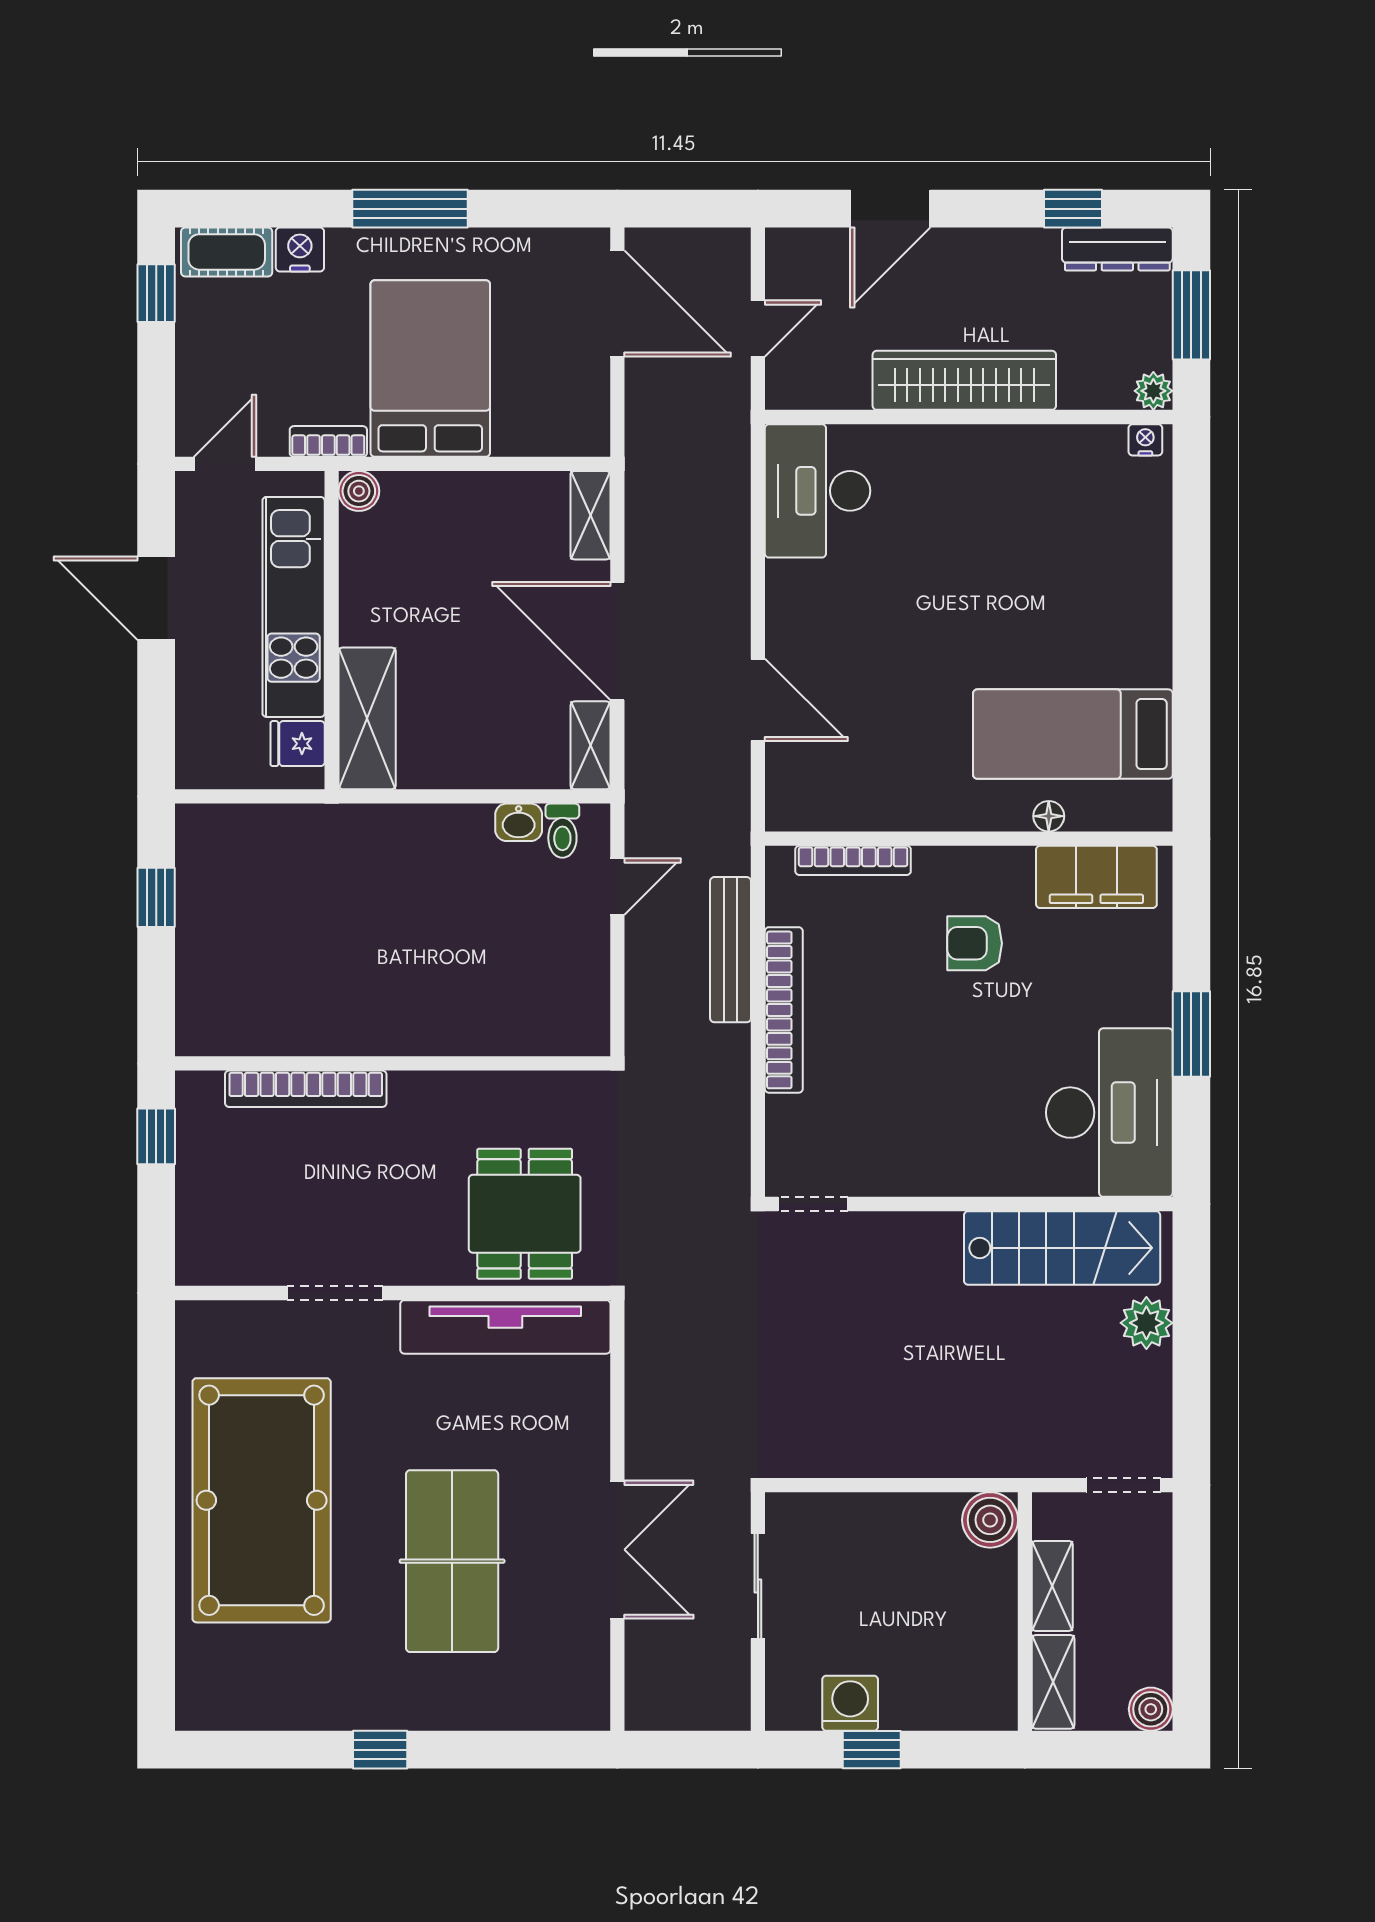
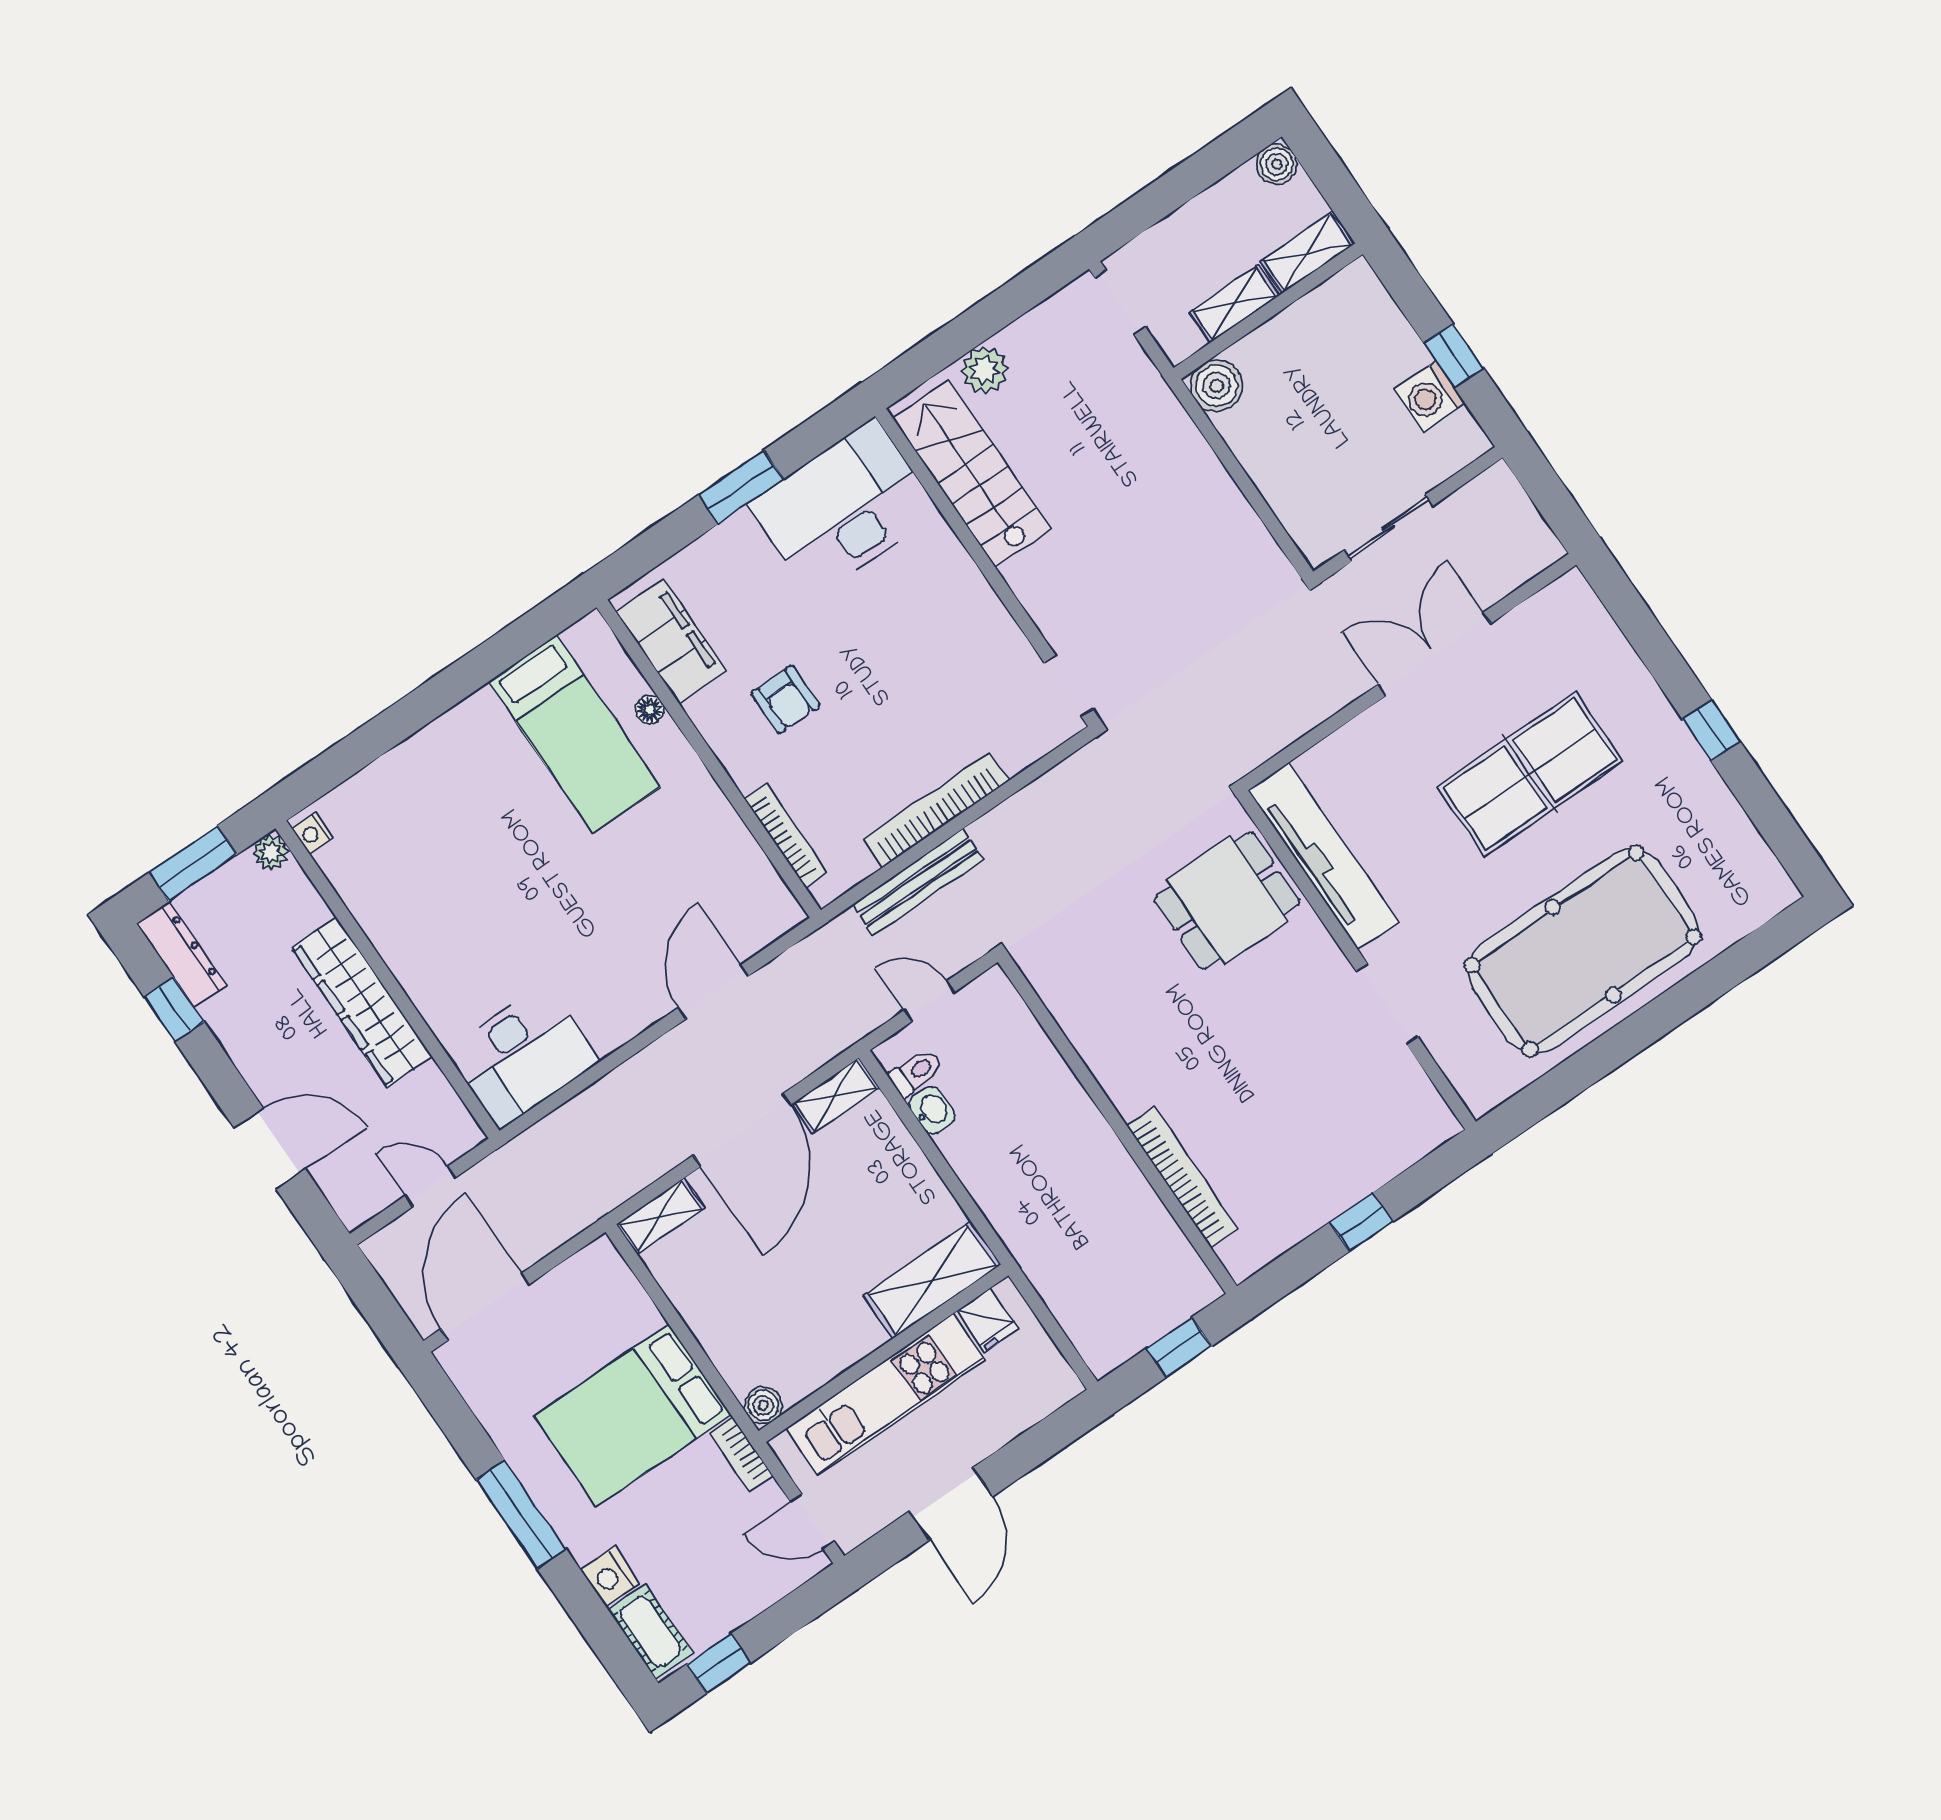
wall: (393, 1063) -> (1117, 1124), moved
bookcase: (306, 1089) -> (1182, 1177), moved

